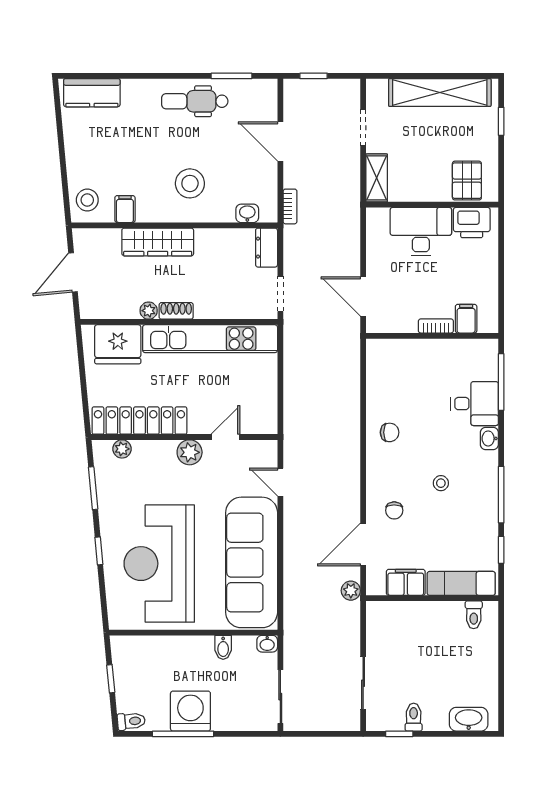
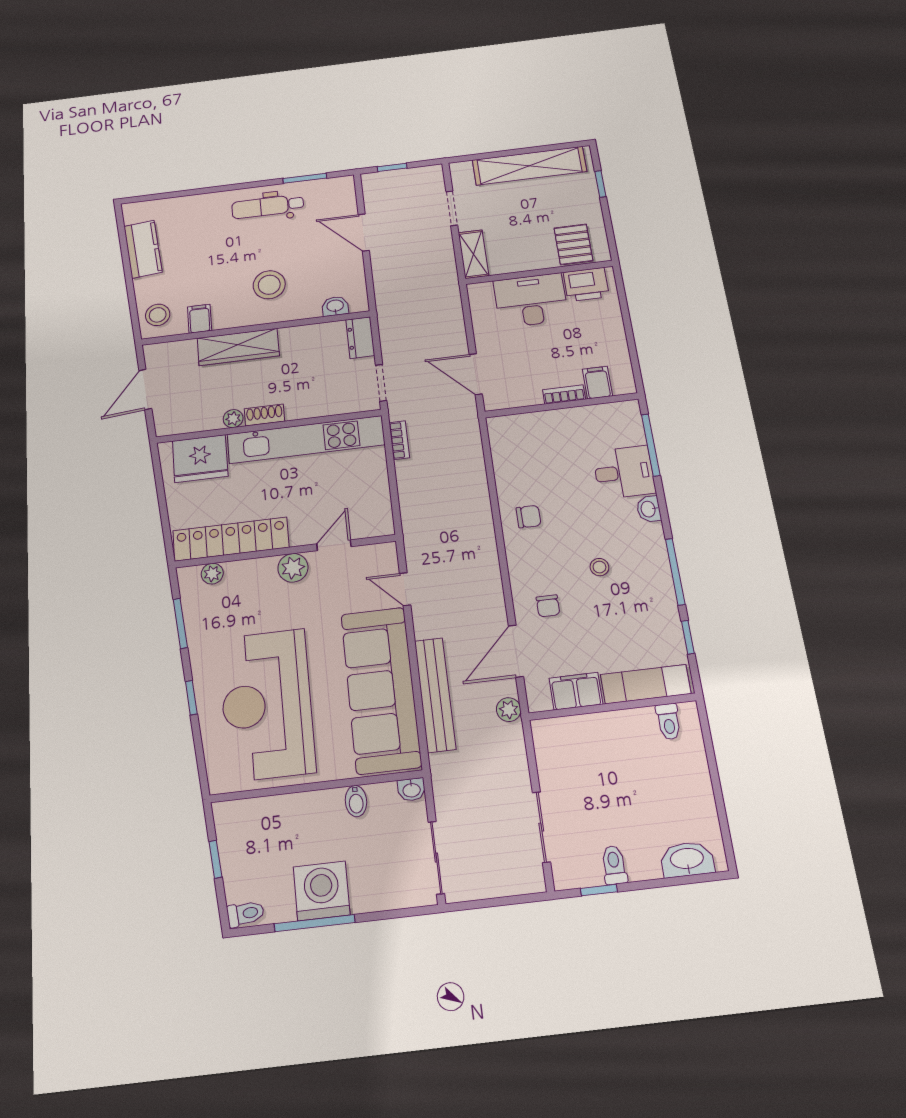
kitchen counter: (92, 93) -> (143, 249), moved, turned -95
bookcase: (290, 206) -> (399, 440), moved
bench: (294, 572) -> (435, 695), added

